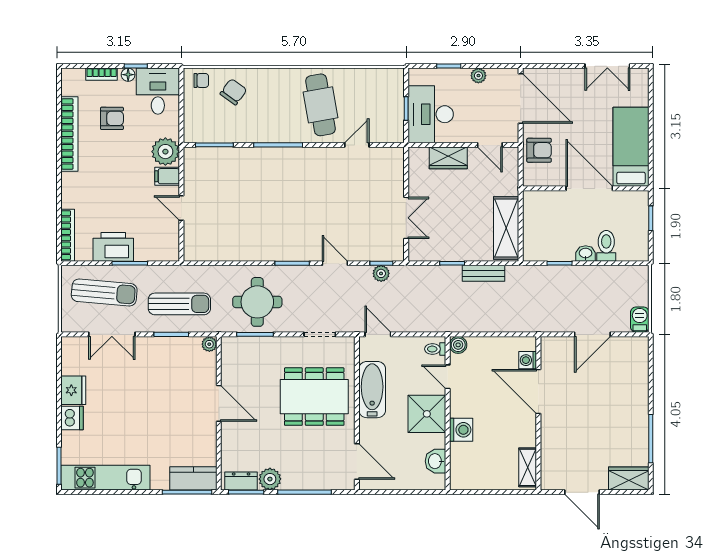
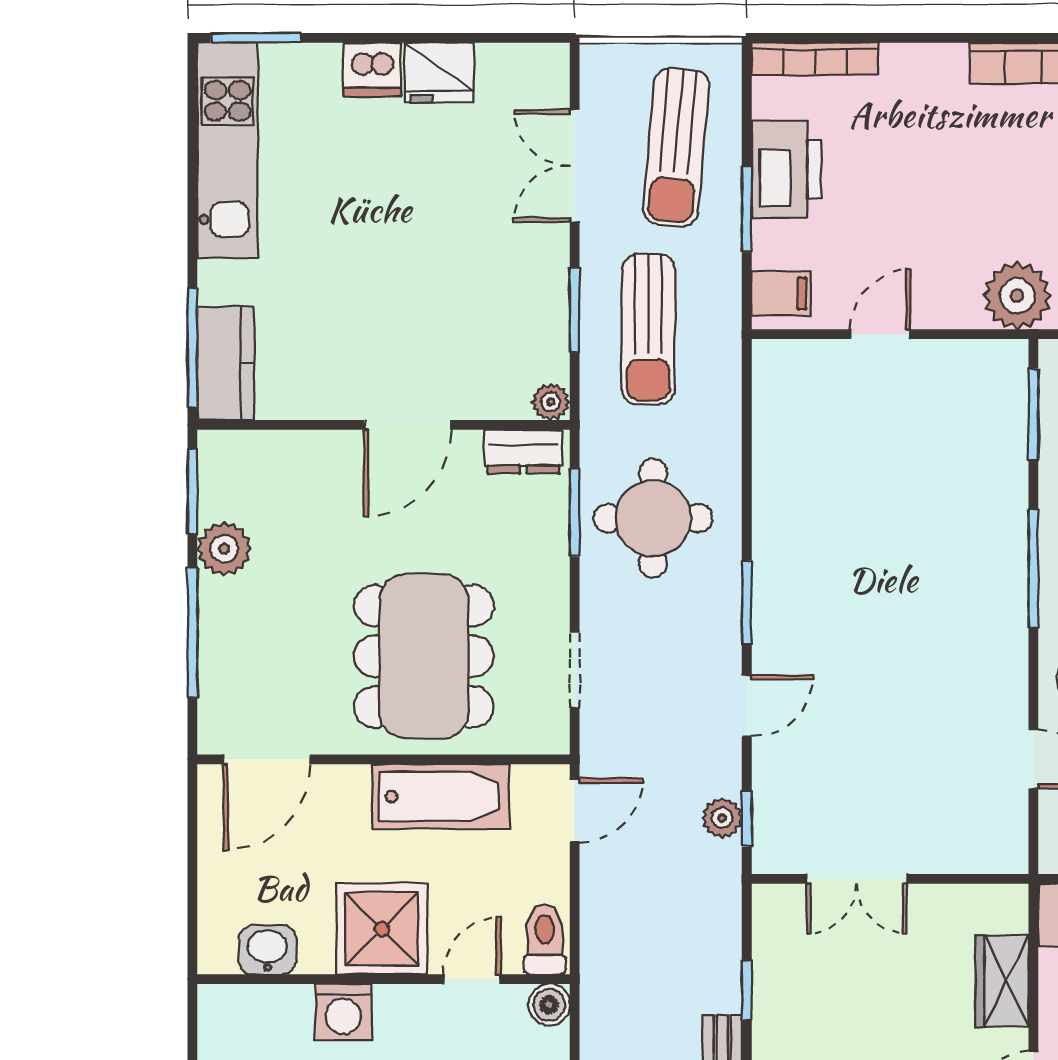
filing cabinet: (167, 176) -> (781, 293), moved, turned 90
toilet: (435, 349) -> (545, 939), width x1.37, depth x1.39
dresser: (241, 481) -> (523, 452), moved, turned 90

